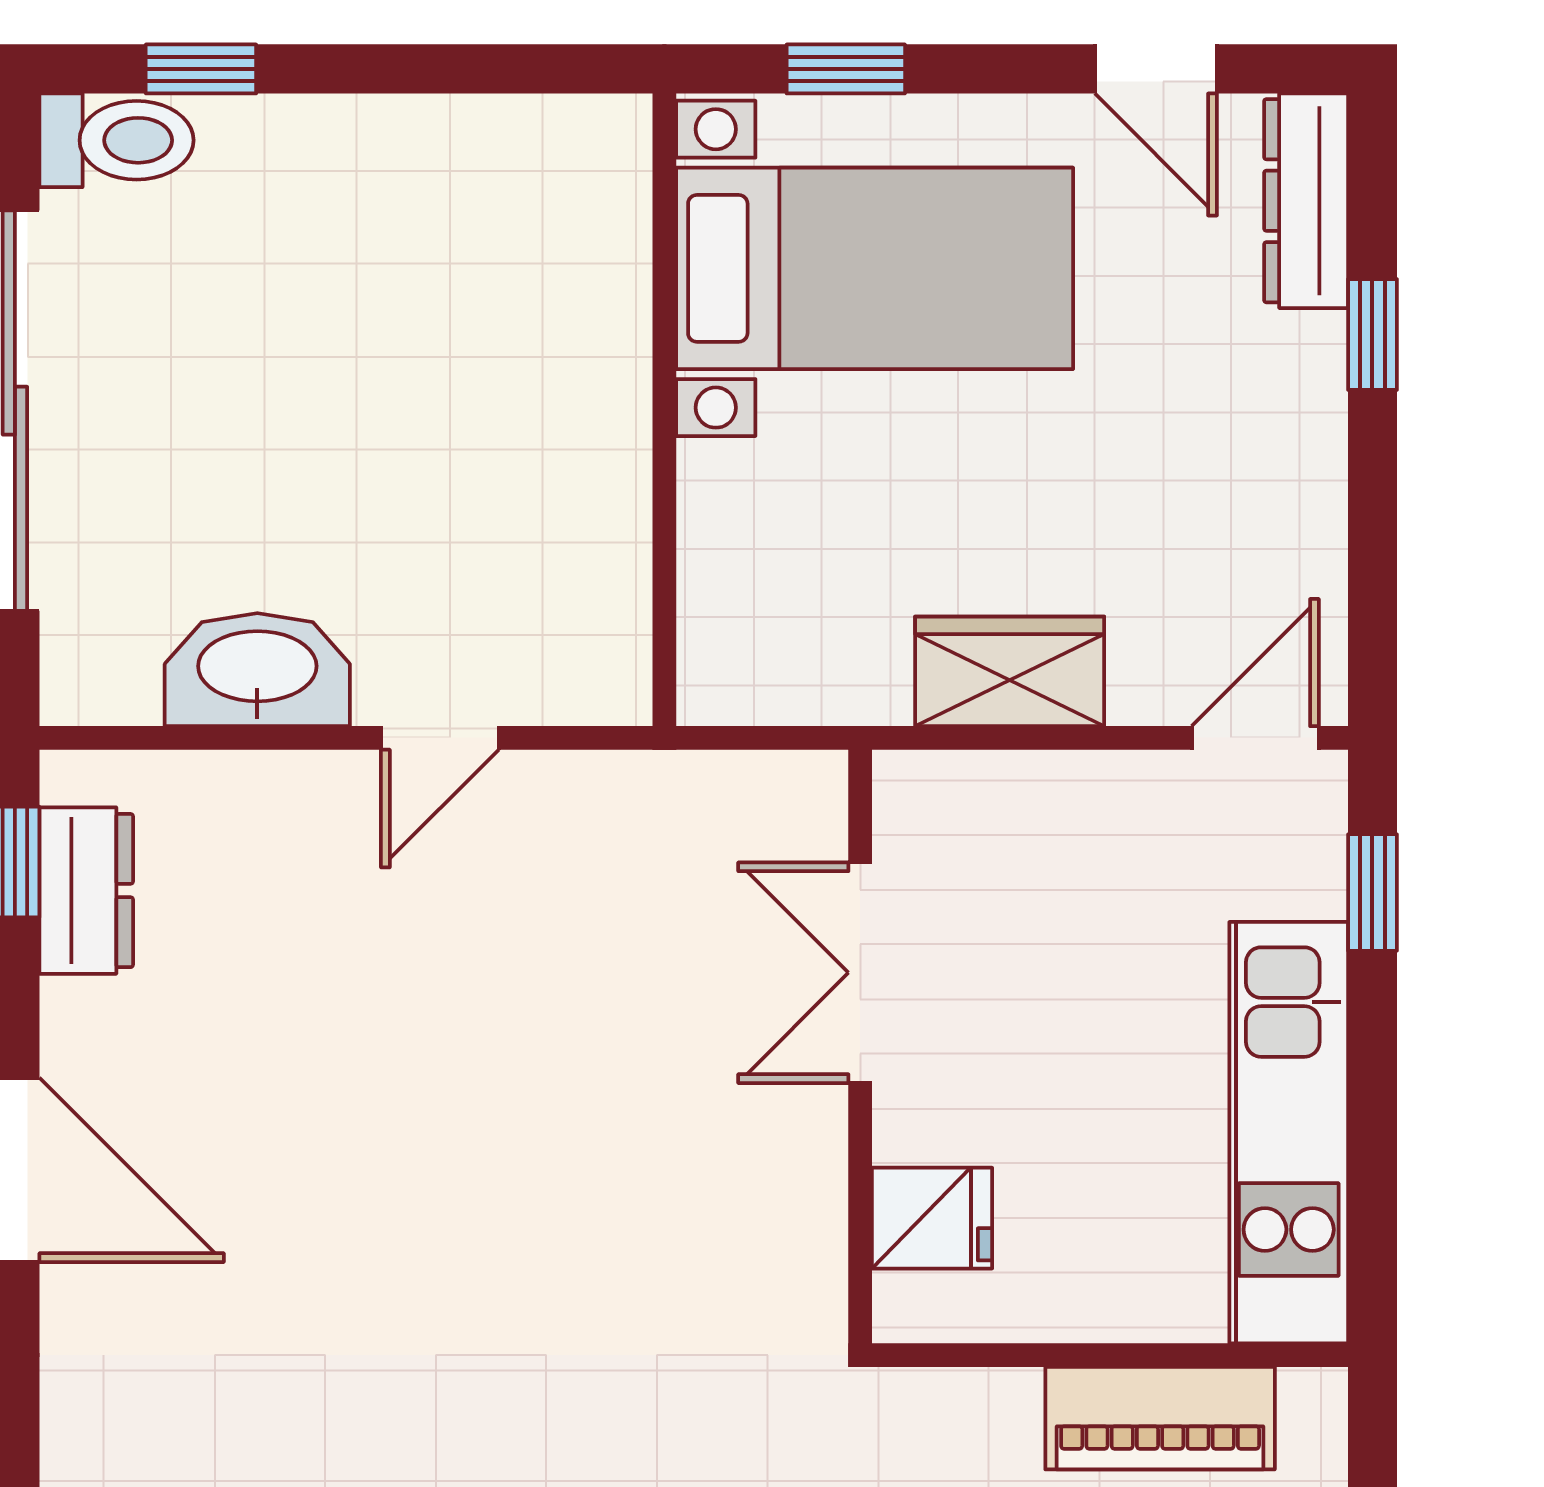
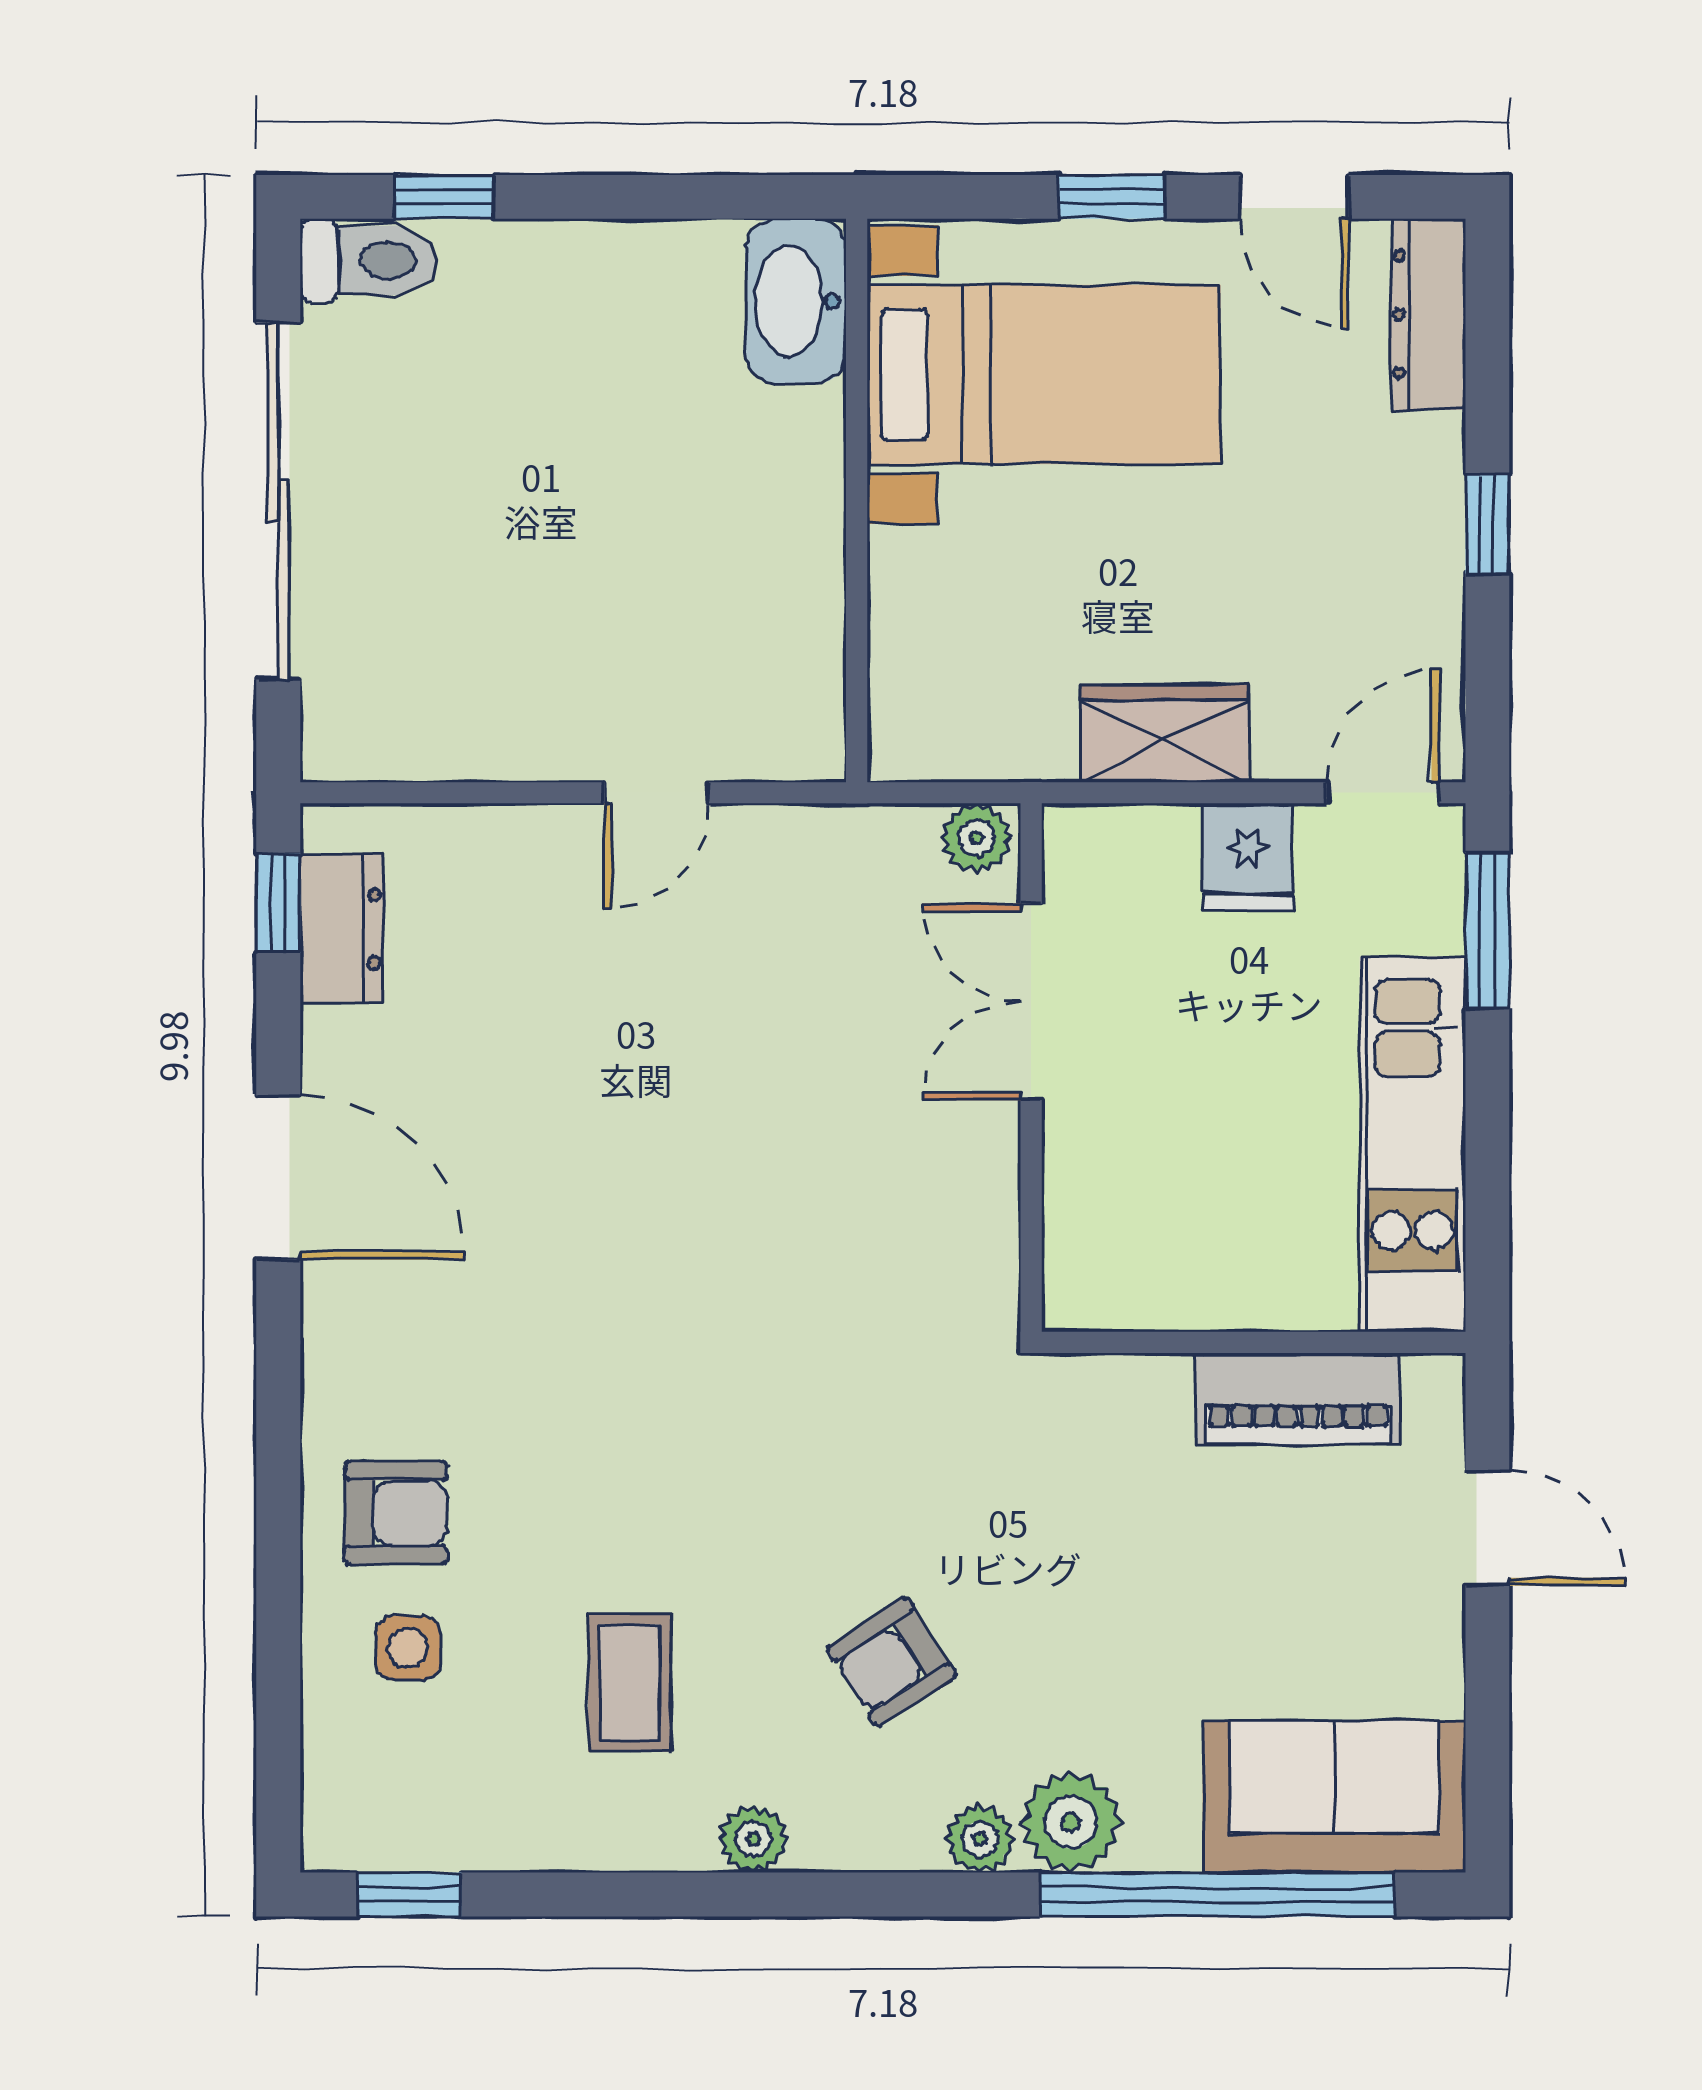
window: (846, 69) -> (1112, 197), moved
window: (1372, 334) -> (1487, 524), moved
washbasin: (257, 670) -> (796, 301), moved, turned -90
plant: (799, 789) -> (976, 838), added
window: (1372, 892) -> (1487, 930), width x1.50
fridge: (932, 1218) -> (1248, 857), moved, turned 90

